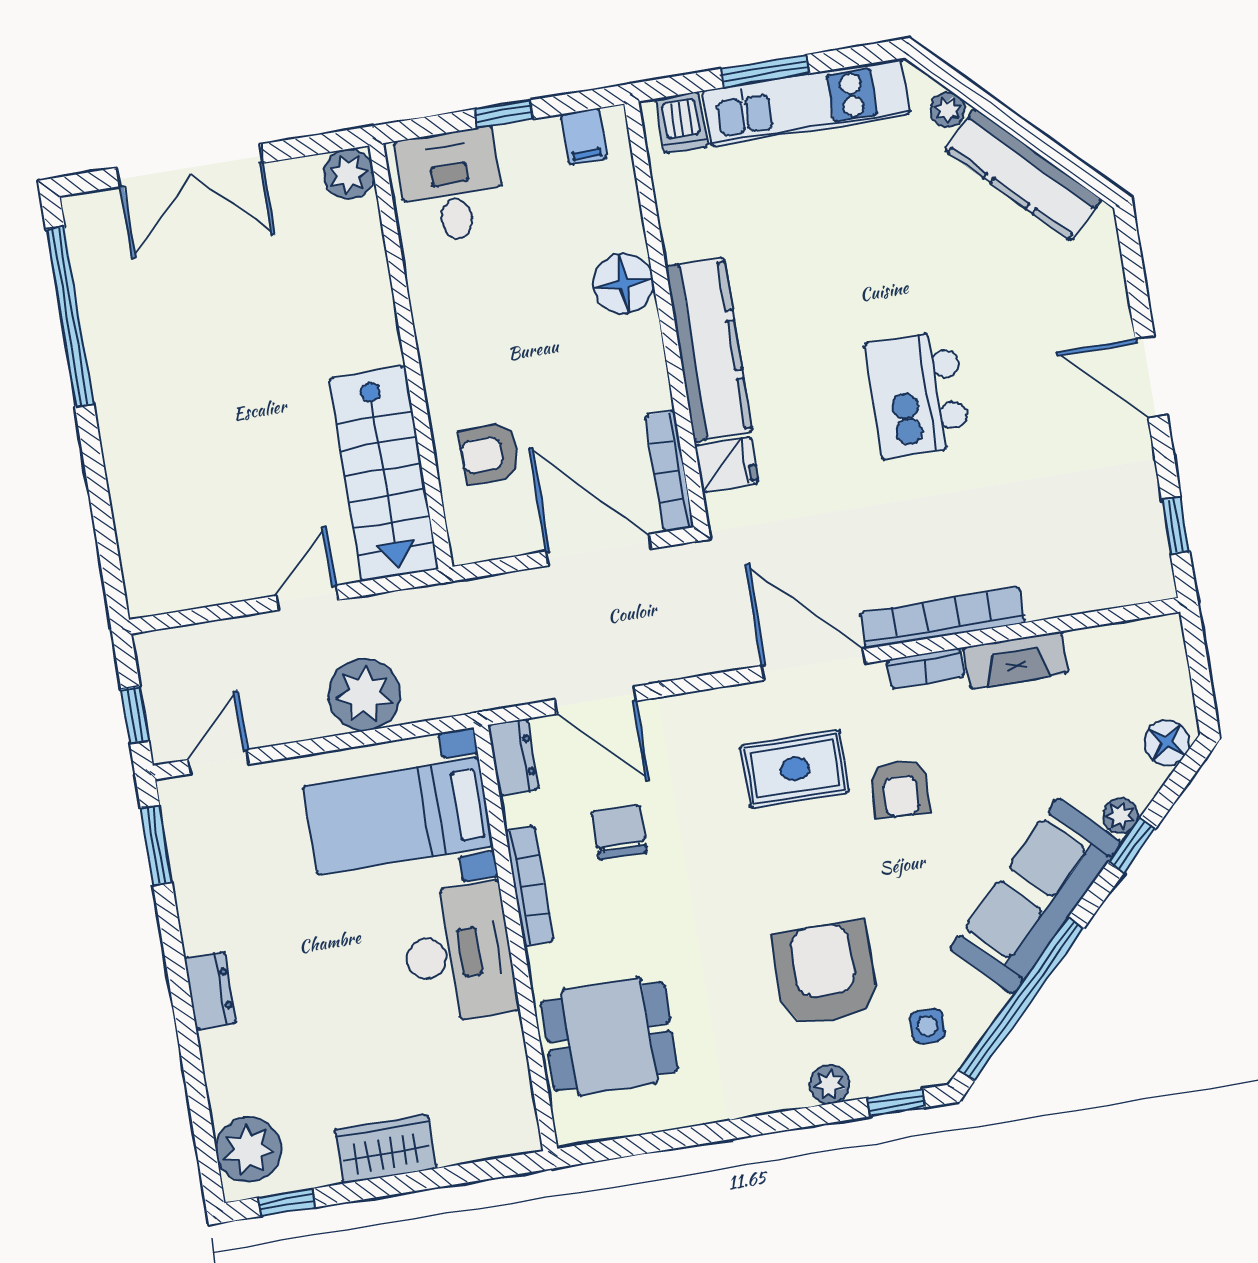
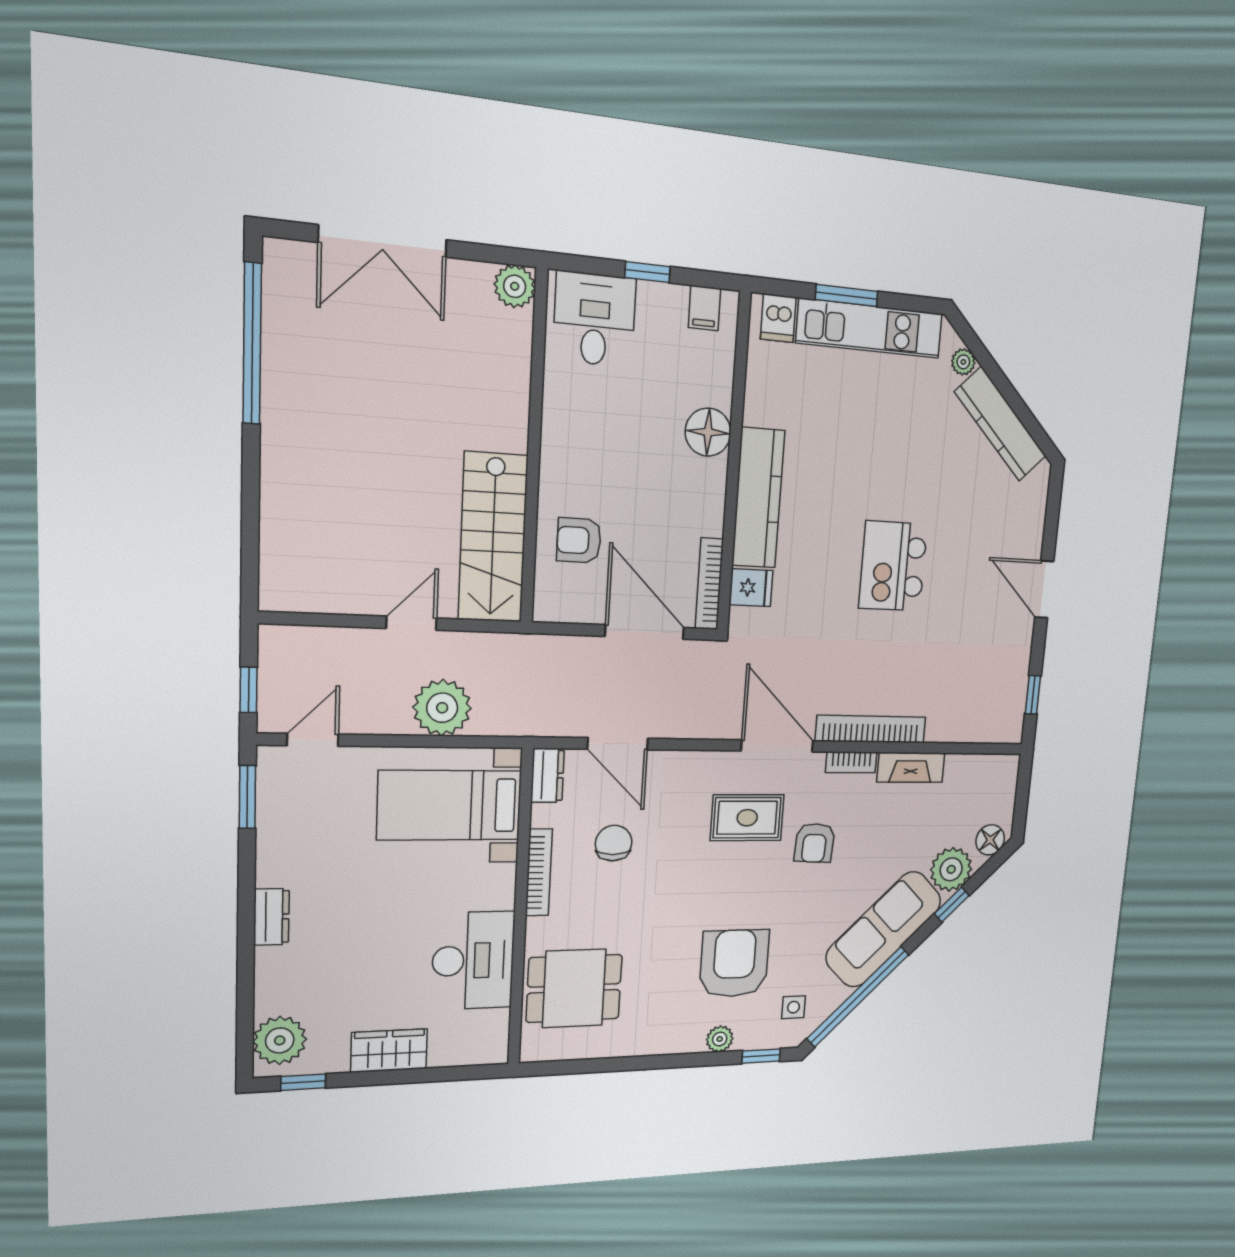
plant: (1120, 816) -> (951, 869), width x1.88, depth x1.88
desk: (458, 954) -> (473, 960), moved

